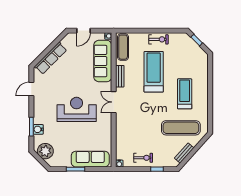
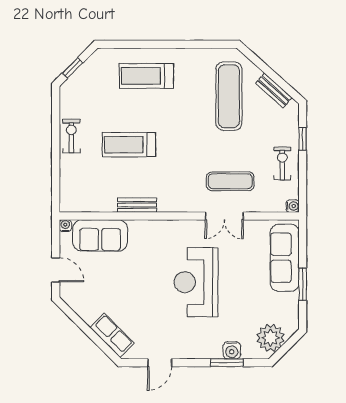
exercise mat: (123, 47) -> (230, 181), moved
row of seats: (51, 58) -> (112, 335), width x0.68
sofa: (103, 61) -> (100, 235), width x0.73
treadmill: (154, 72) -> (129, 145), width x0.73, depth x0.73
door: (31, 89) -> (160, 363), hinge flipped
treadmill: (185, 94) -> (146, 76), moved
double door: (114, 102) -> (224, 216), moved

